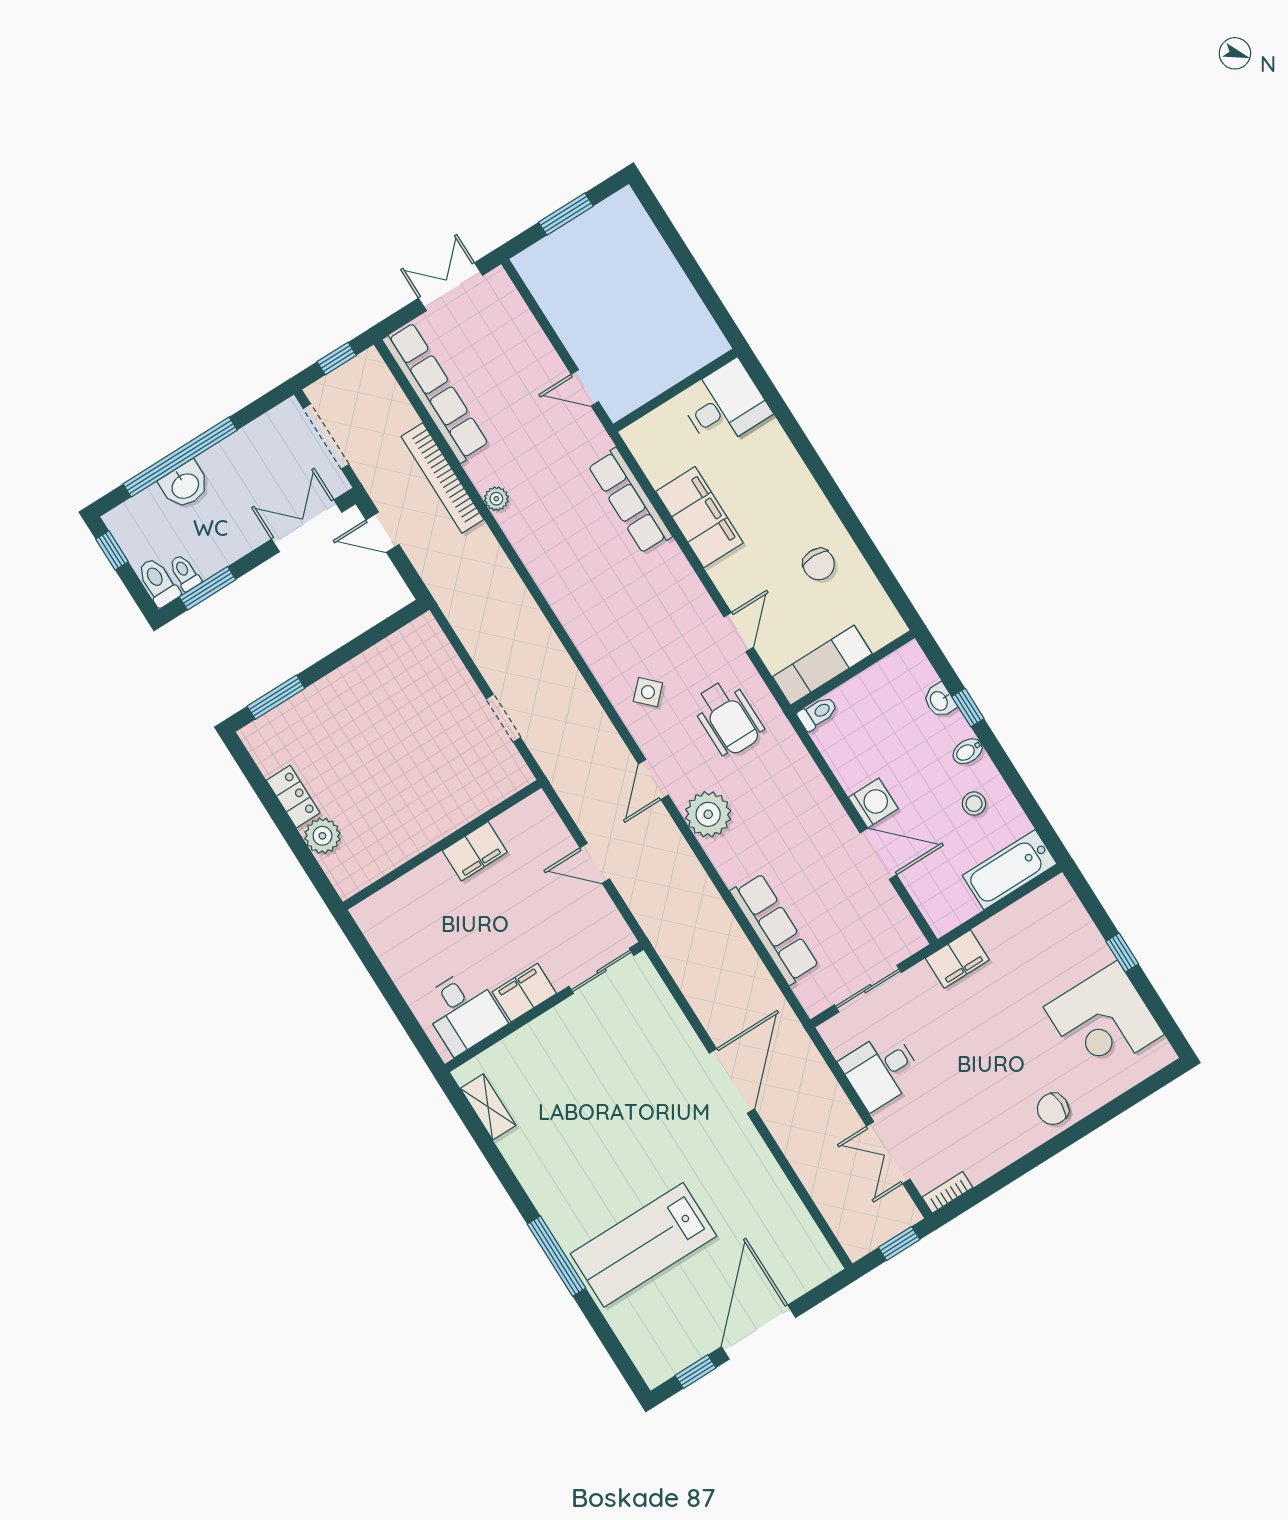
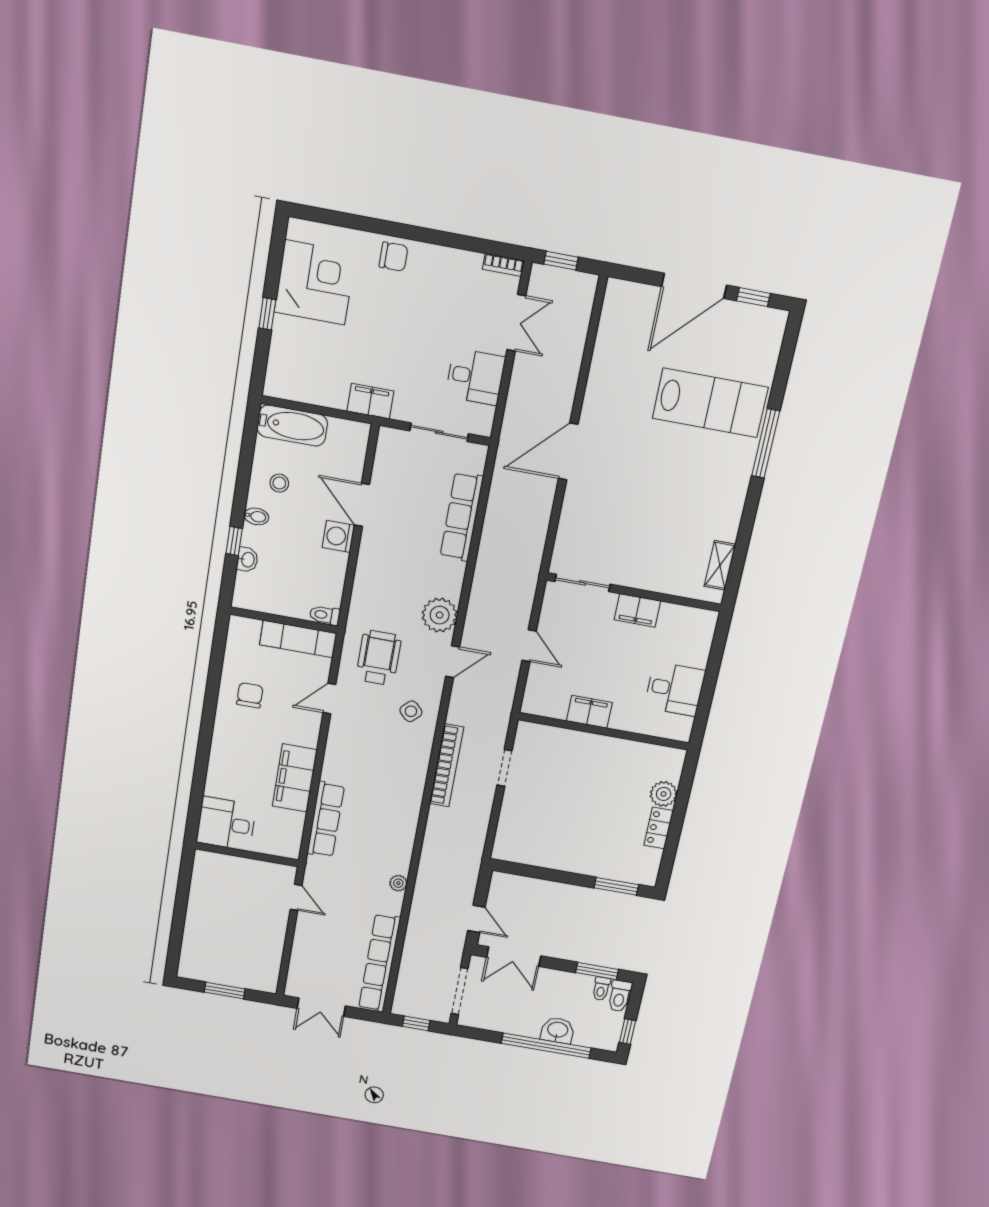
bookcase: (442, 478) -> (447, 765), moved
desk: (463, 1011) -> (675, 689), moved, turned 90

